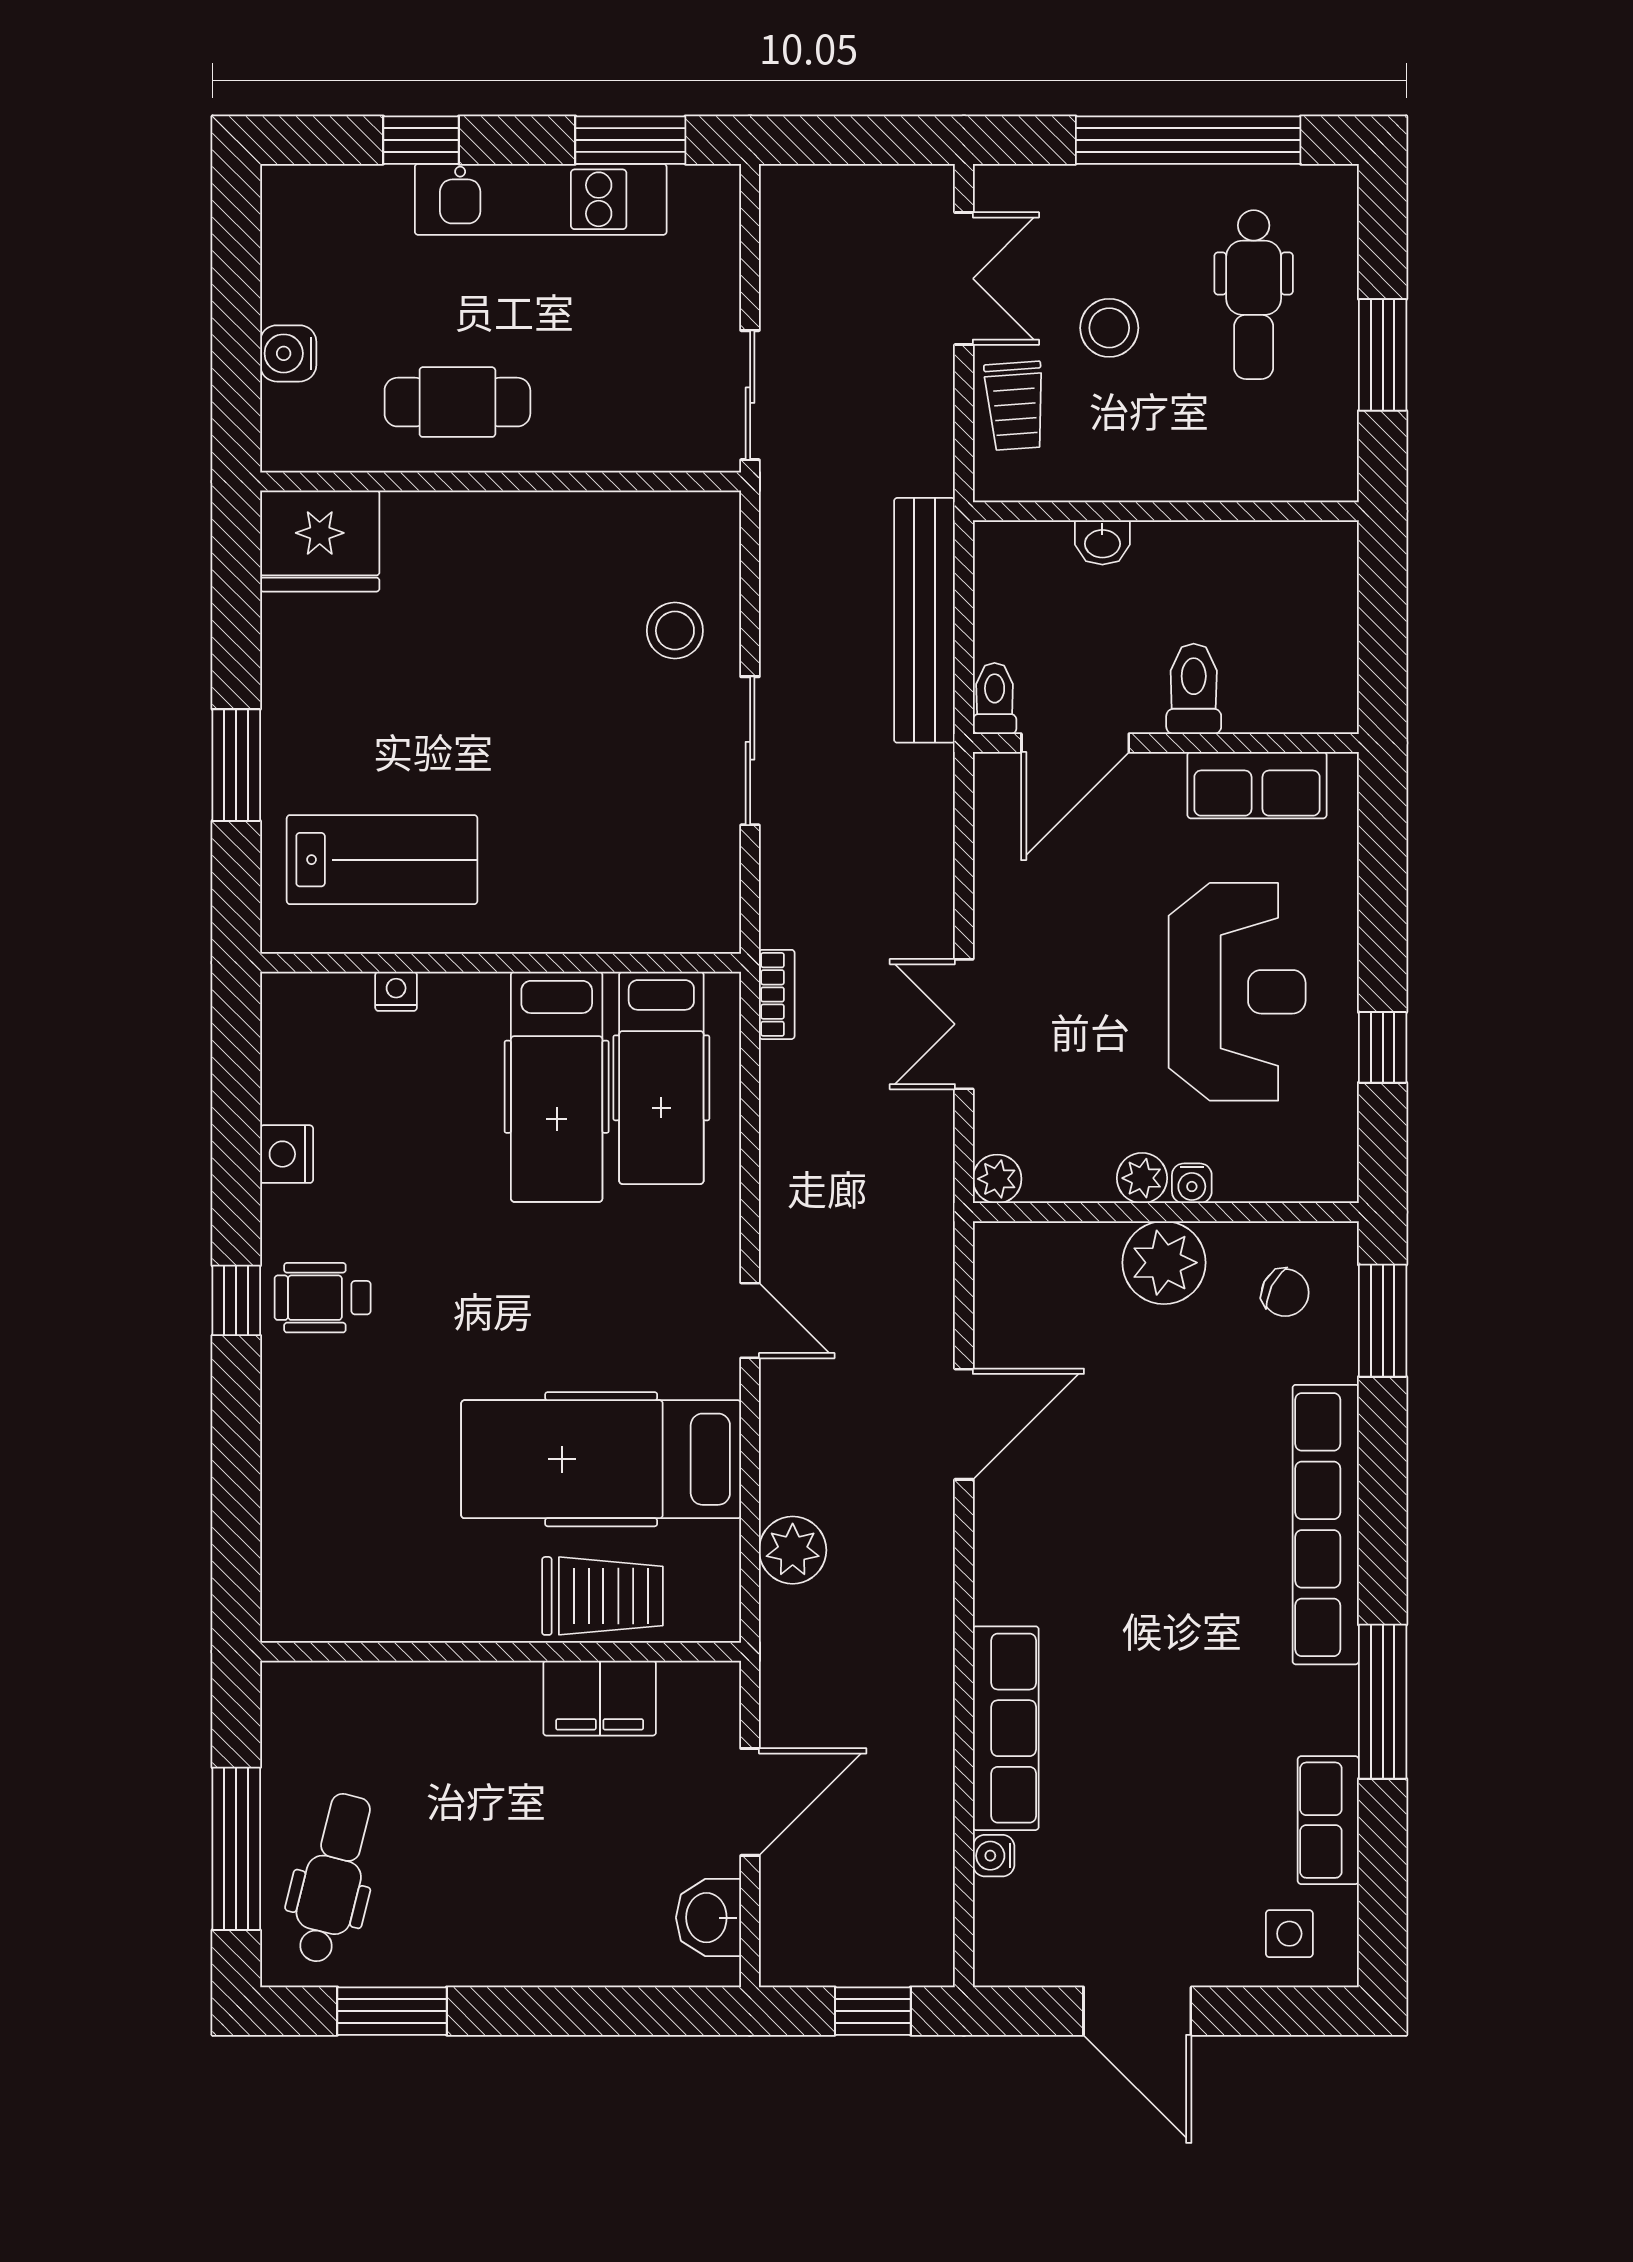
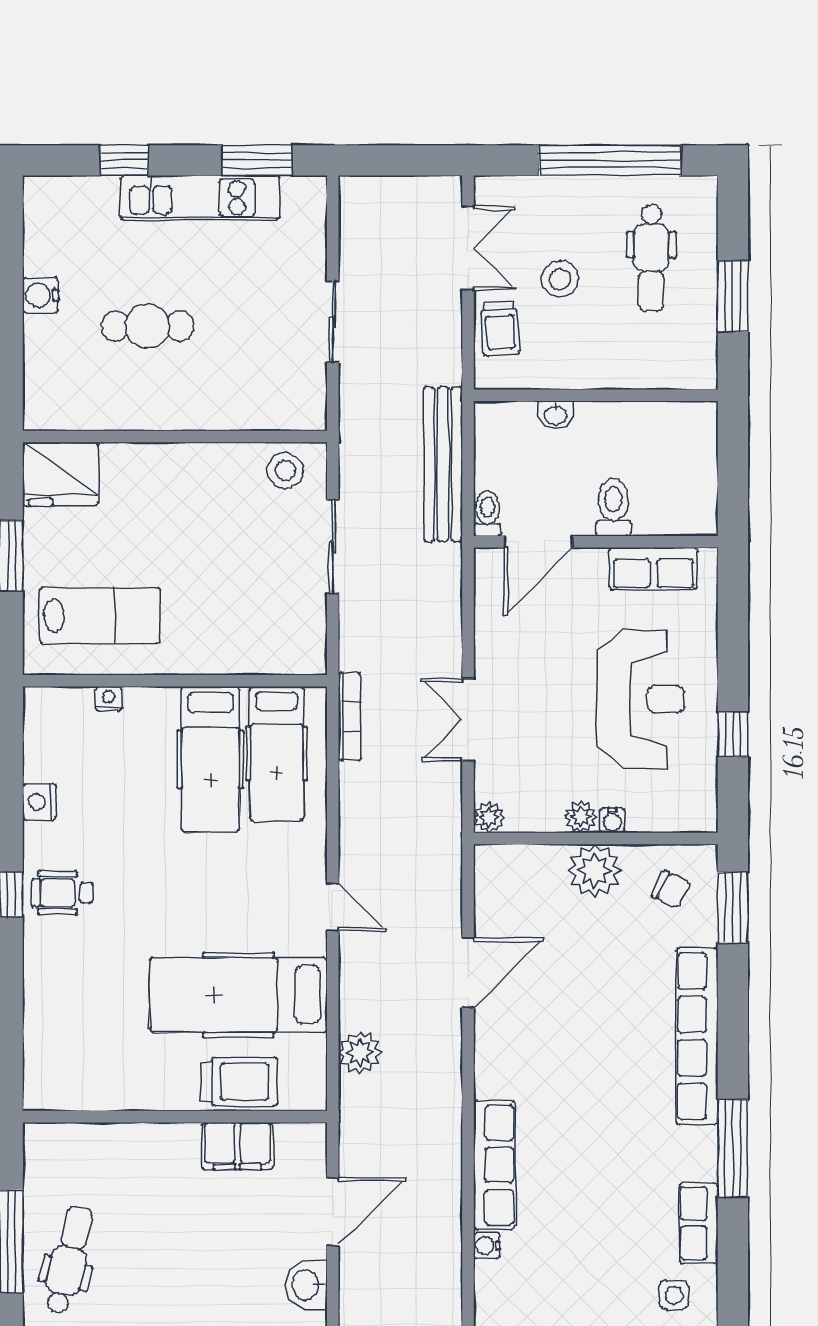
wall: (501, 482) -> (175, 436), moved
fridge: (320, 541) -> (60, 474), moved
bookcase: (777, 994) -> (350, 717), width x1.56

